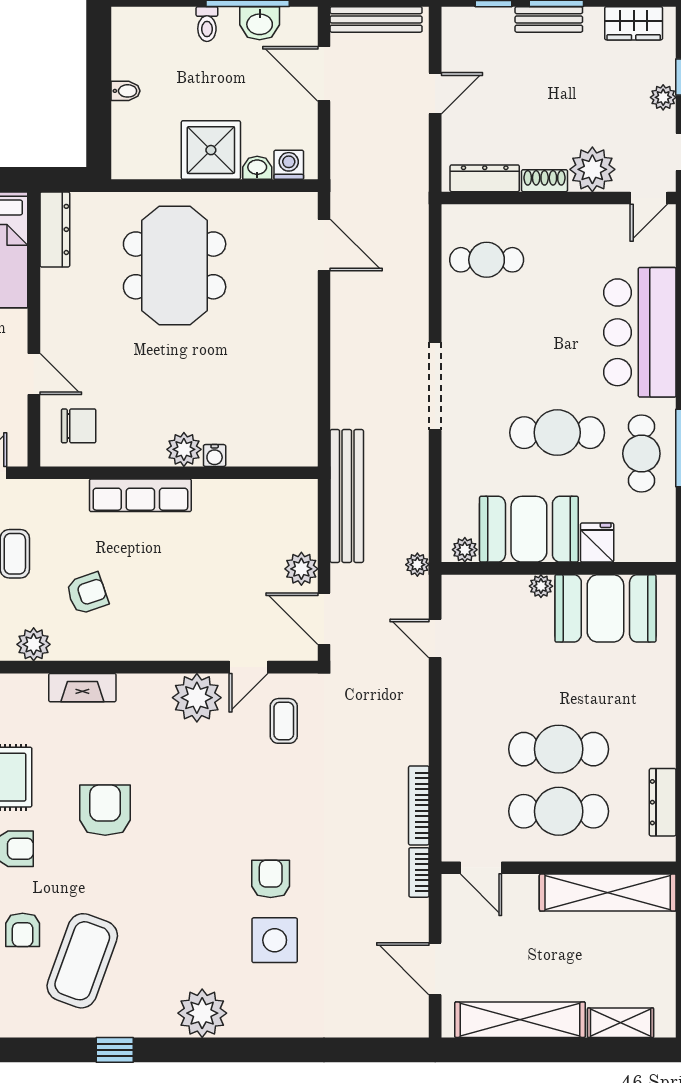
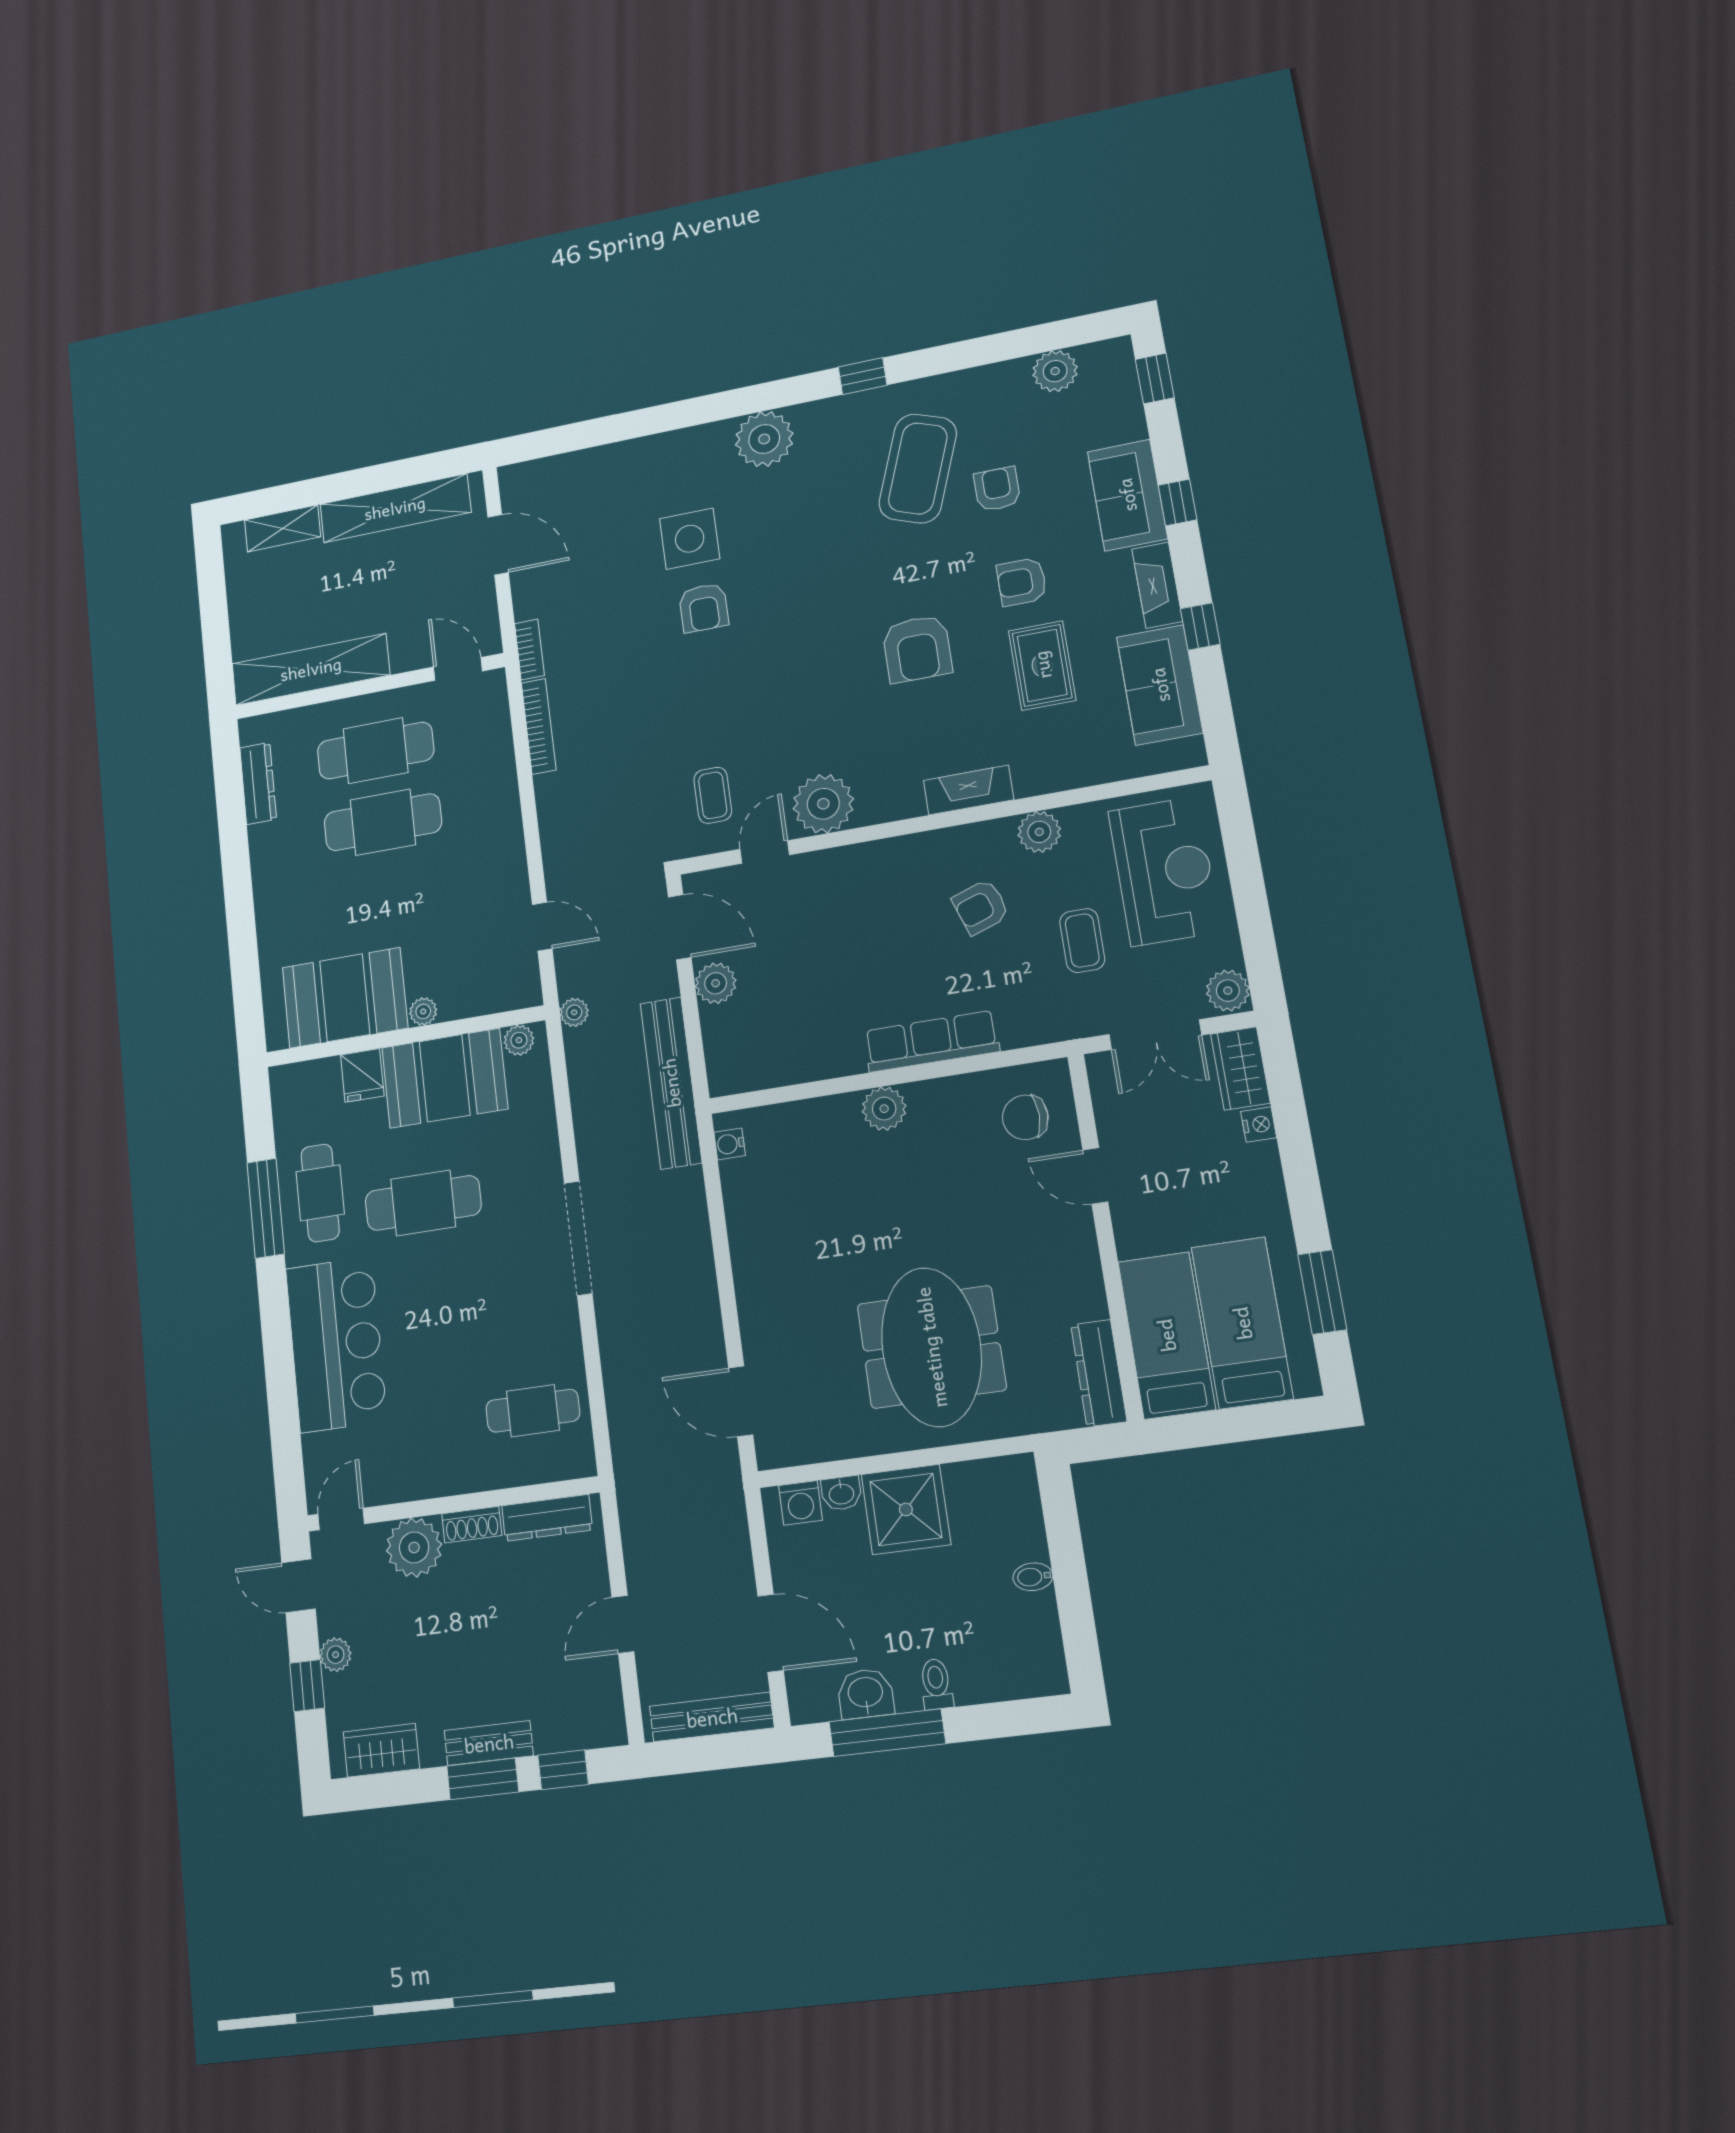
water cooler: (215, 455) -> (730, 1144), moved, turned -90

